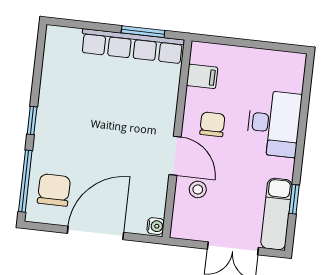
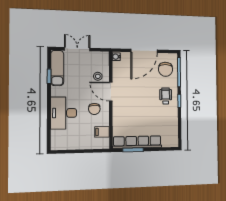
wheelchair: (61, 134) -> (166, 96), added

